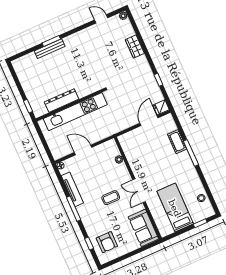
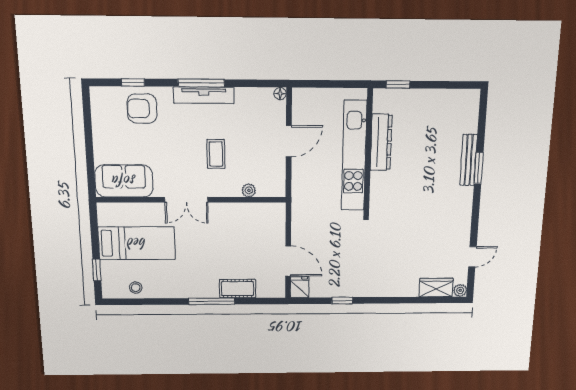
wardrobe: (135, 47) -> (436, 288), moved
tv unit: (72, 189) -> (204, 95), moved
double door: (139, 191) -> (186, 200), swing flipped
coffee table: (111, 198) -> (216, 154), moved
armchair: (107, 242) -> (142, 109), moved

